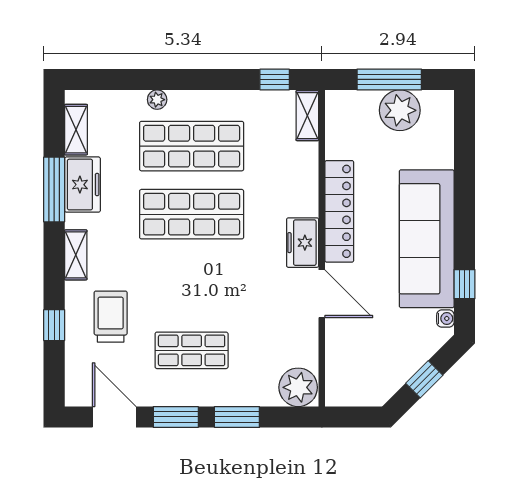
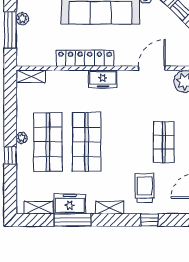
window: (275, 79) -> (10, 155), moved
plant: (157, 100) -> (22, 138), moved
plant: (400, 110) -> (22, 19), width x0.53, depth x0.53
door: (322, 294) -> (152, 68), moved
trolley: (111, 317) -> (145, 188), turned 90

